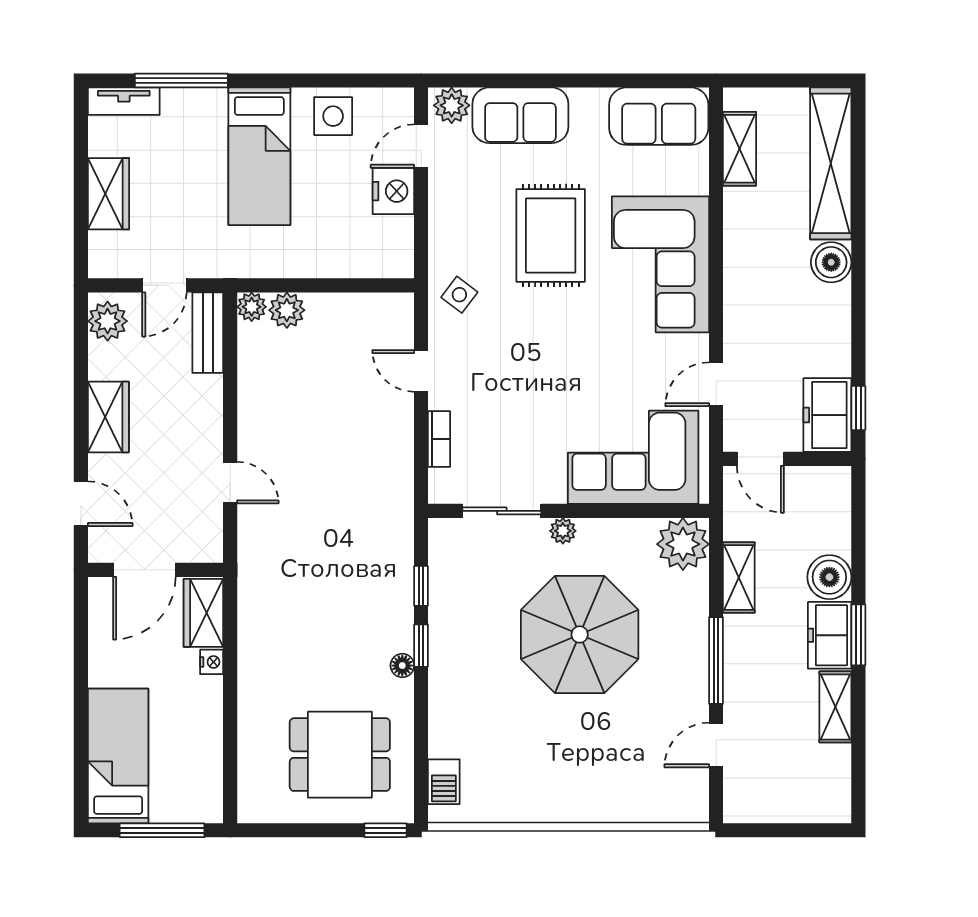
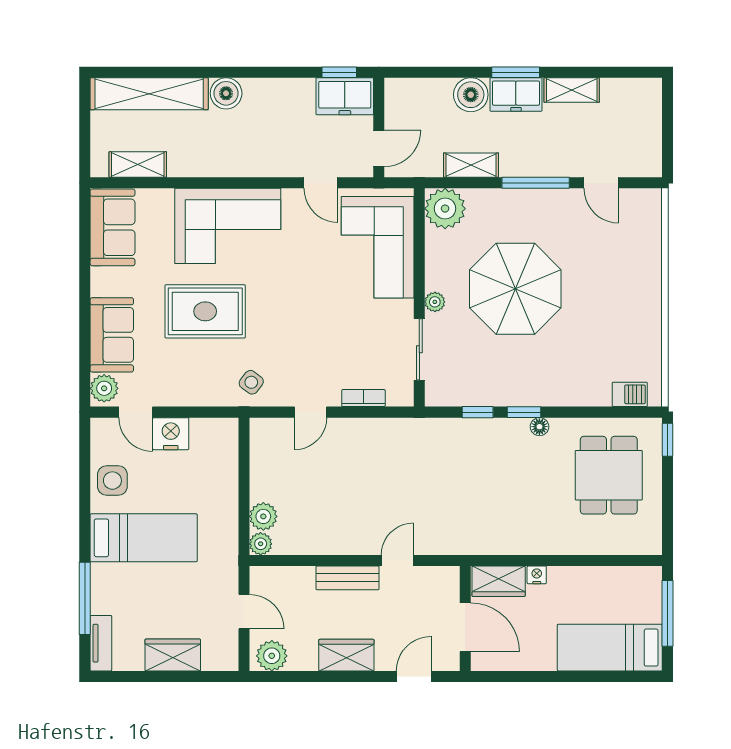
bench: (208, 333) -> (348, 578), moved

